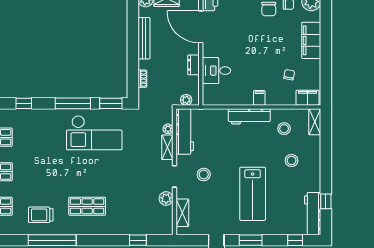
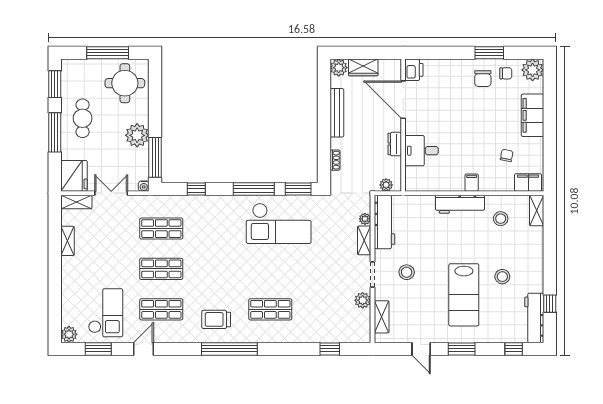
stool: (292, 160) -> (502, 277), moved

